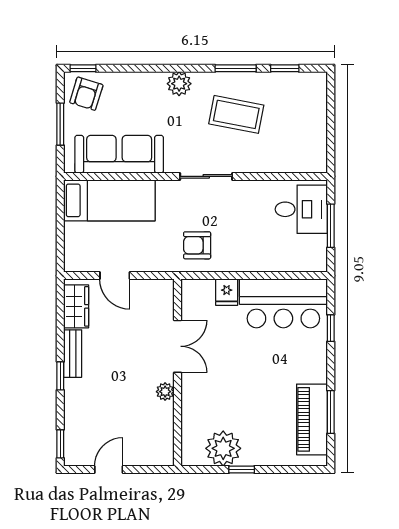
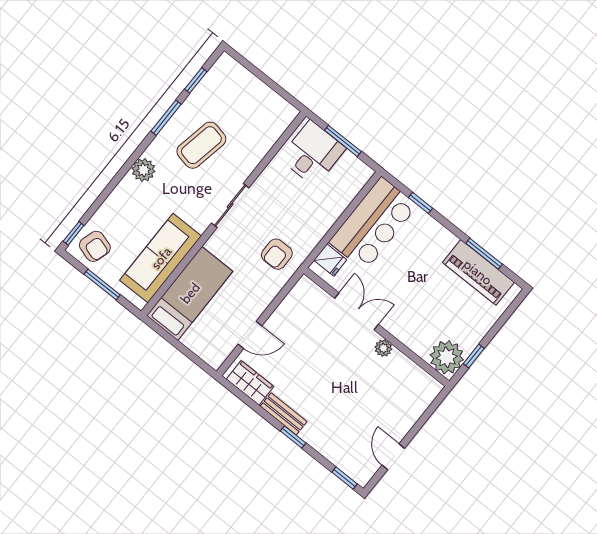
double door: (177, 346) -> (357, 311), moved
wall: (177, 372) -> (376, 327), moved
plant: (165, 392) -> (383, 348), moved

